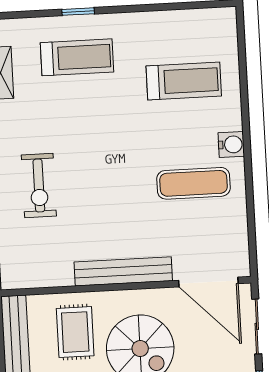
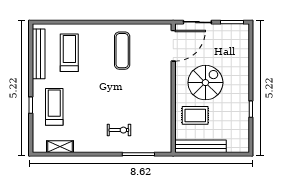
water cooler: (231, 144) -> (103, 30), removed
exercise bike: (39, 186) -> (119, 130), width x0.73, depth x0.72
bench: (123, 271) -> (39, 54), moved

